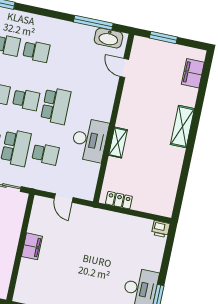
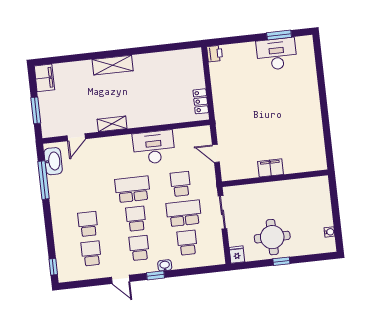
filing cabinet: (193, 73) -> (44, 78), moved, turned -90
shelving: (118, 143) -> (112, 124), moved
door: (64, 198) -> (216, 153), swing flipped

